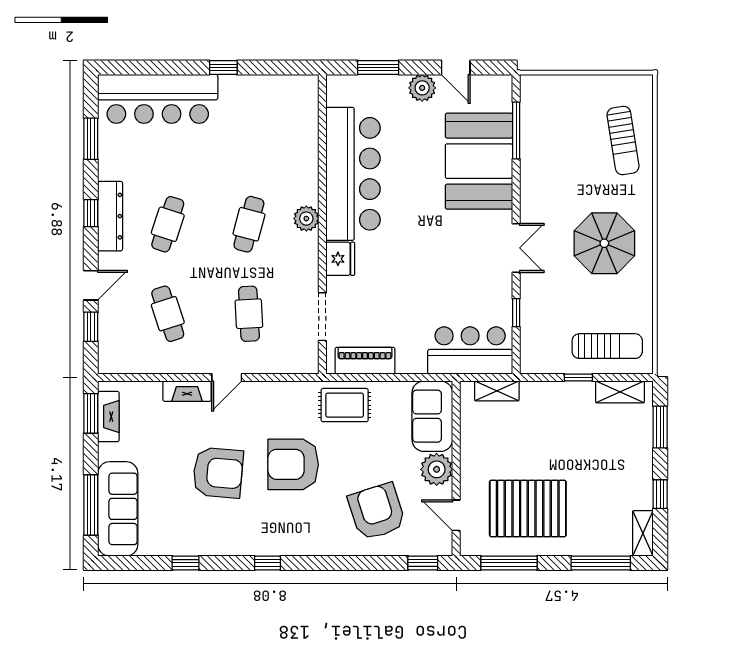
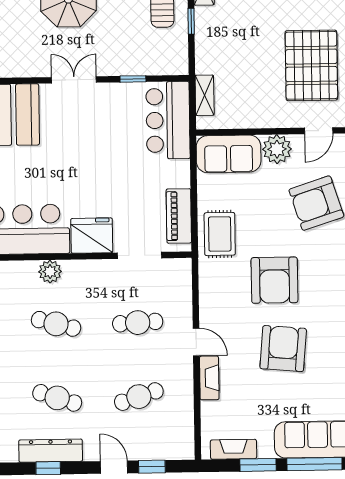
fridge: (340, 259) -> (92, 236), width x1.36, depth x1.34
window: (91, 413) -> (258, 465), moved

